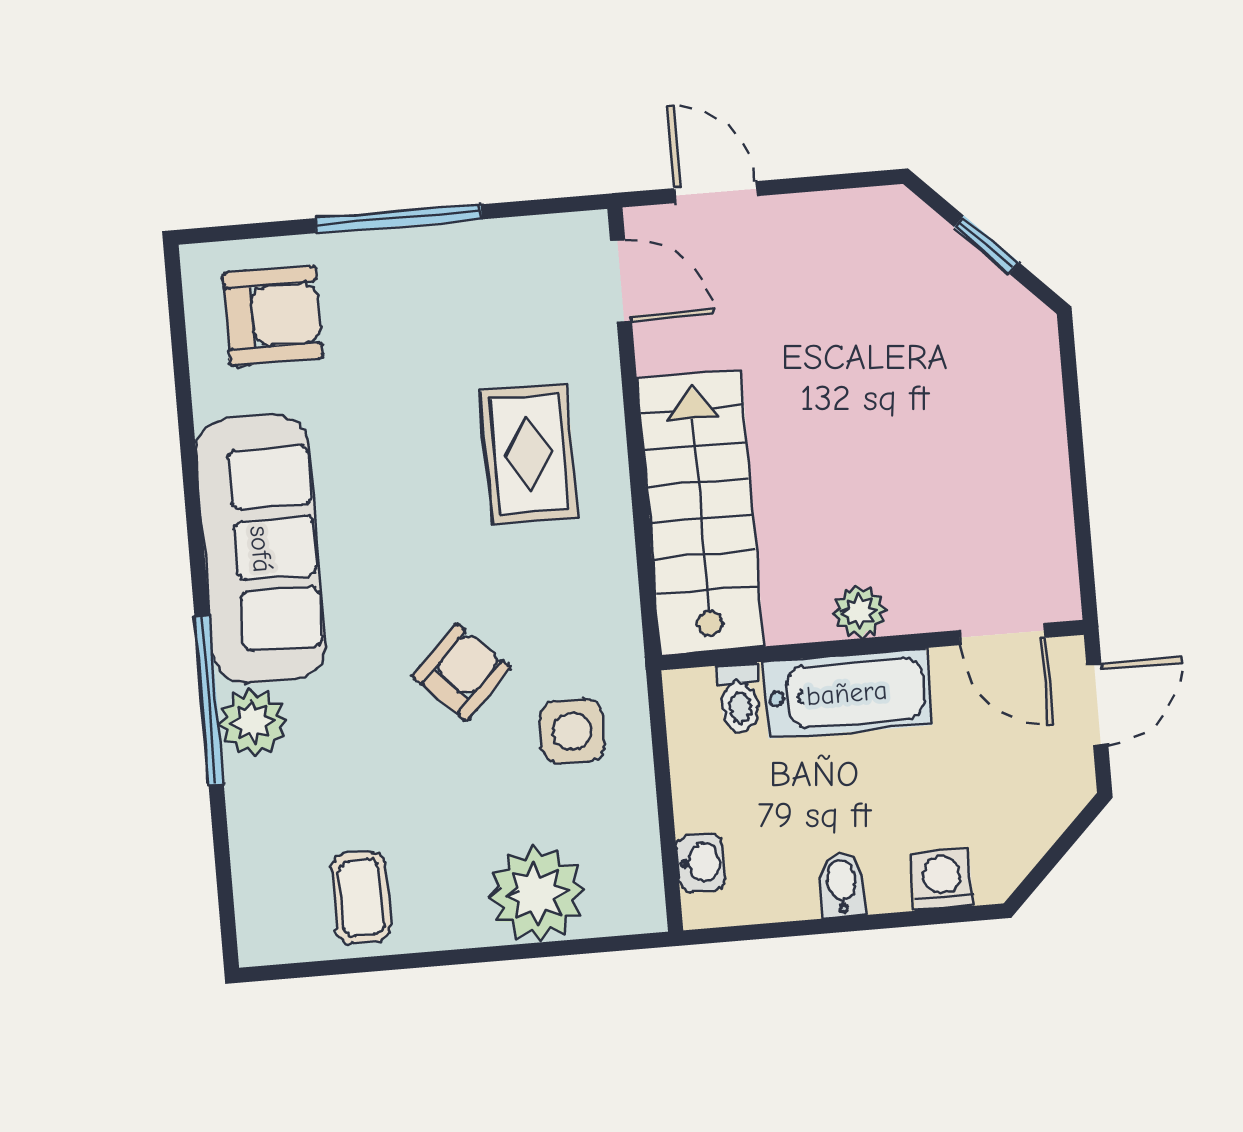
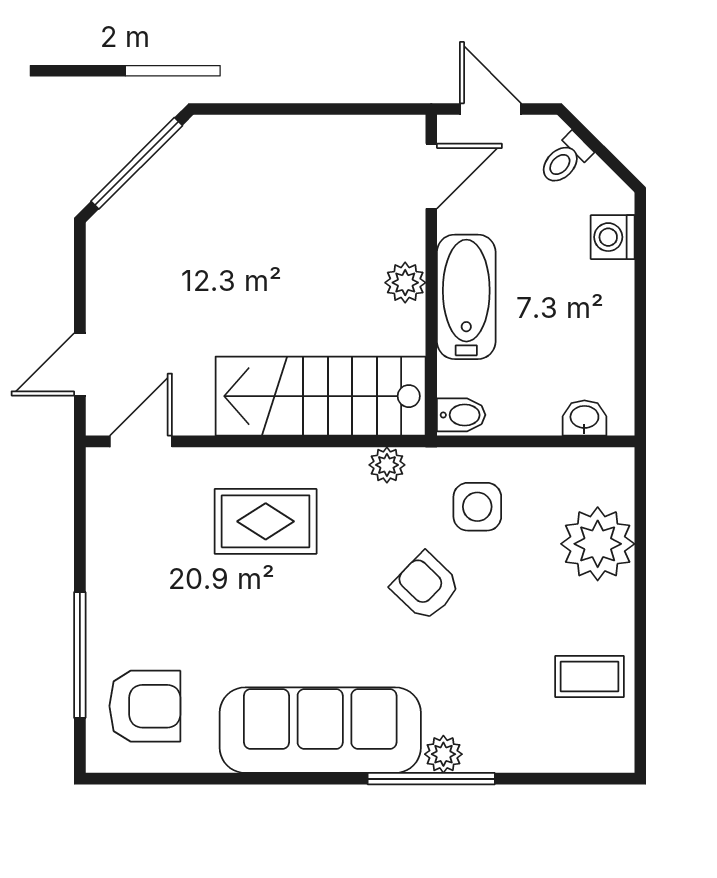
window: (398, 219) -> (80, 655), moved
window: (987, 245) -> (137, 163), width x2.17
armchair: (273, 316) -> (145, 706), turned 90
plant: (617, 608) -> (387, 465), added
toilet: (739, 698) -> (565, 159), moved, turned 135
plant: (253, 723) -> (443, 754), width x0.73, depth x0.73
bidet: (842, 885) -> (461, 415), moved, turned 180

